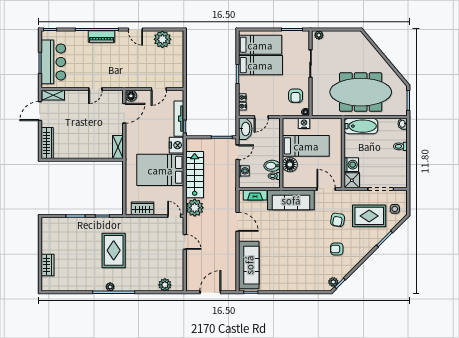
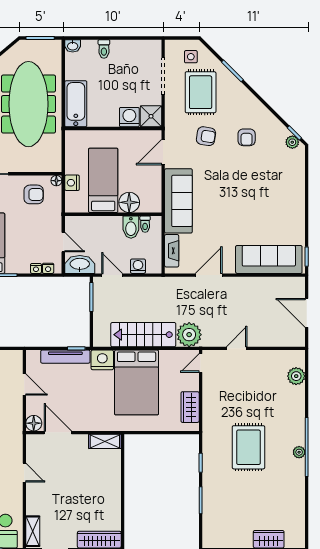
rug: (114, 250) -> (248, 447), turned 90

